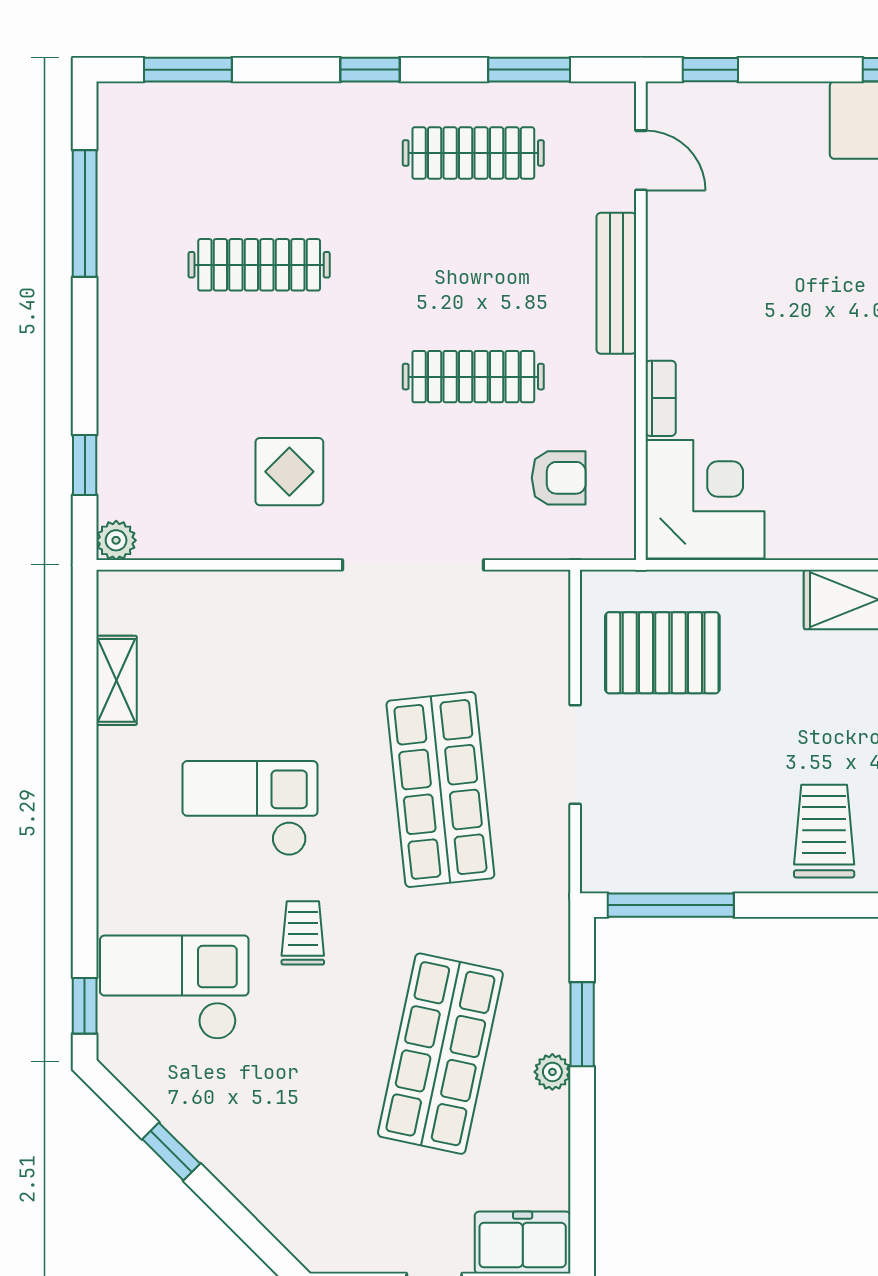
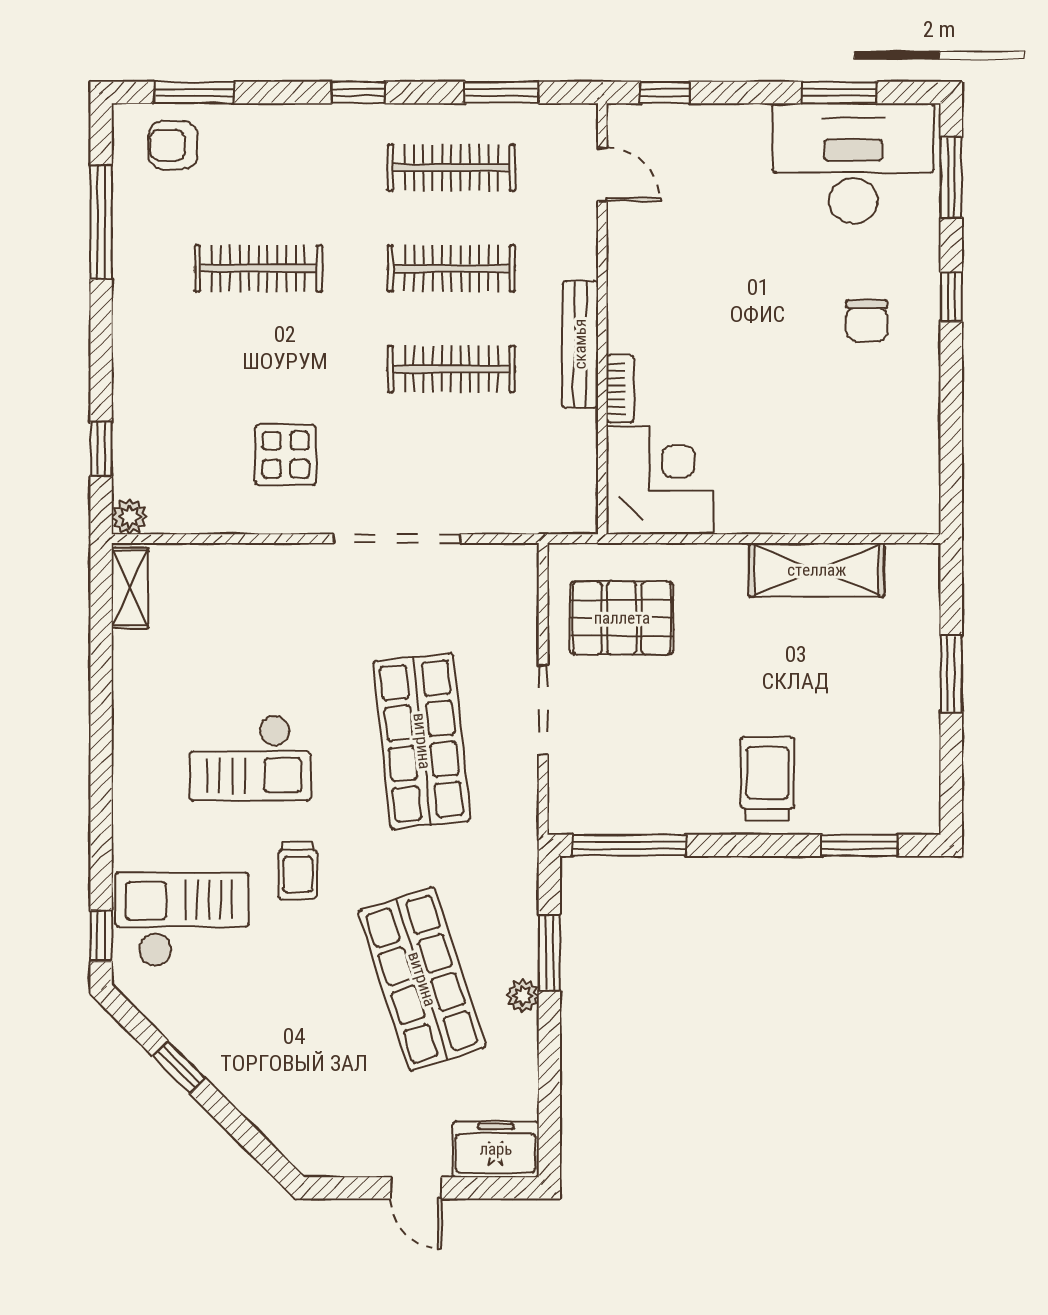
clothes rail: (473, 265) -> (451, 268), added
bench: (616, 283) -> (580, 344), moved
armchair: (559, 478) -> (173, 145), moved, turned 180
shelving: (116, 680) -> (130, 588), moved
checkout: (250, 808) -> (250, 758), turned 180
trolley: (303, 933) -> (298, 870), turned 180
shop shelf: (440, 1054) -> (422, 979), turned -30

